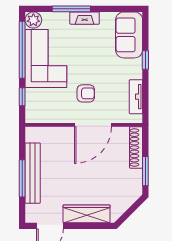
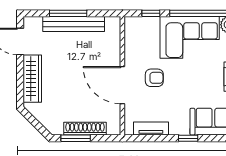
armchair: (86, 93) -> (154, 78), turned -90
shoe rack: (136, 148) -> (85, 129), moved

